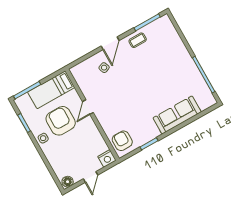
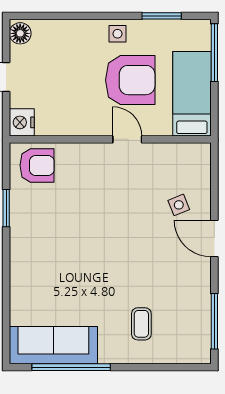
coffee table: (138, 40) -> (141, 324), moved
sofa: (177, 115) -> (53, 345), moved, turned -90

